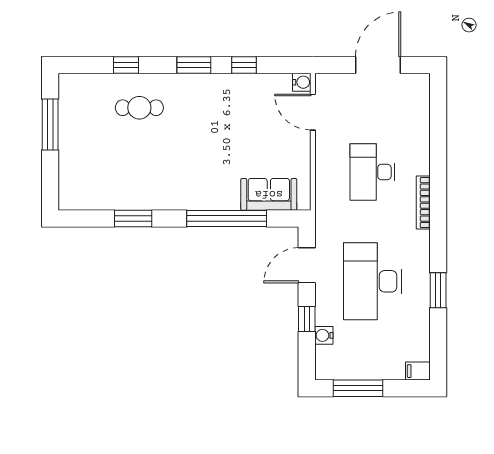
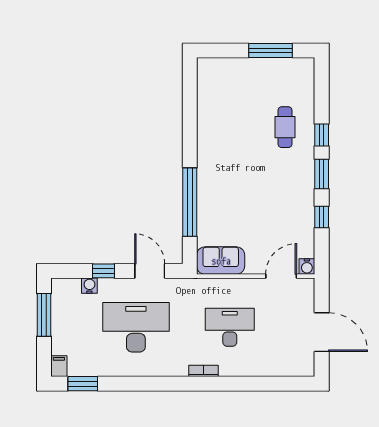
window: (126, 65) -> (322, 135), moved
sofa: (269, 194) -> (221, 261), moved, turned -90
bookcase: (423, 203) -> (204, 371), width x0.64
window: (133, 219) -> (190, 122), removed
window: (438, 290) -> (83, 384), moved

